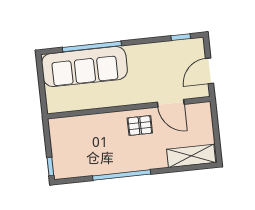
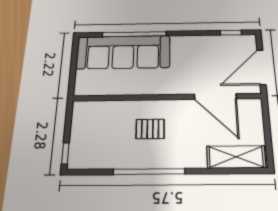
door: (210, 71) -> (261, 67), width x1.36
door: (171, 103) -> (215, 97), width x1.36
pallet: (140, 126) -> (150, 129), moved

